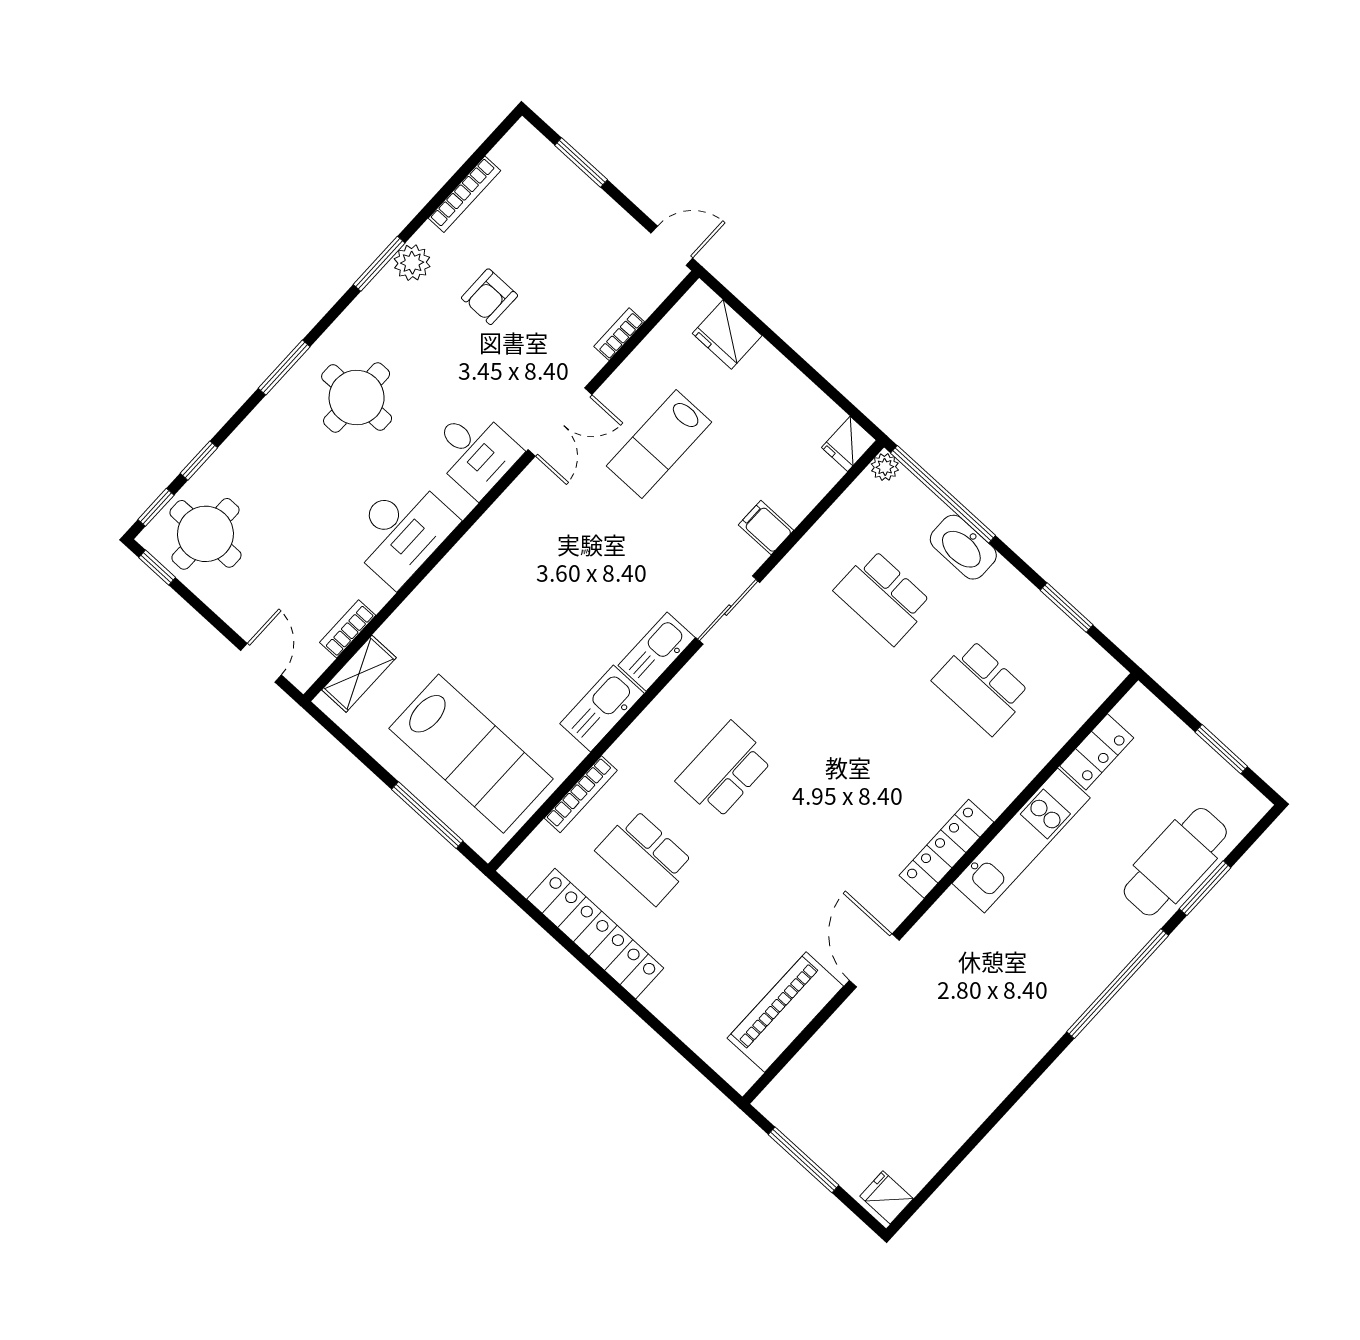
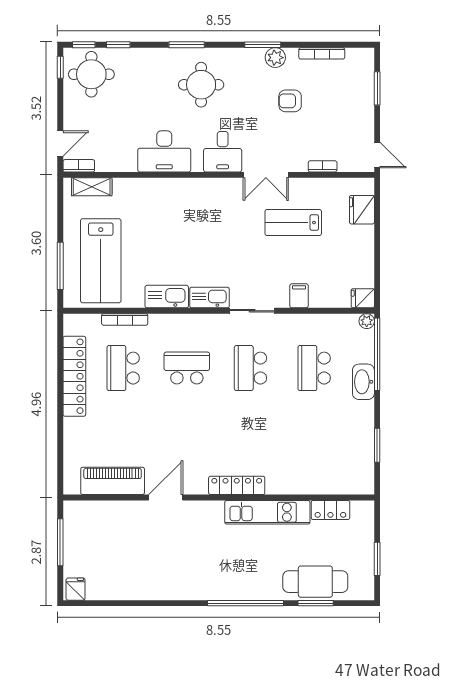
bookcase: (348, 629) -> (79, 166), moved
school desk: (981, 687) -> (250, 368), moved

